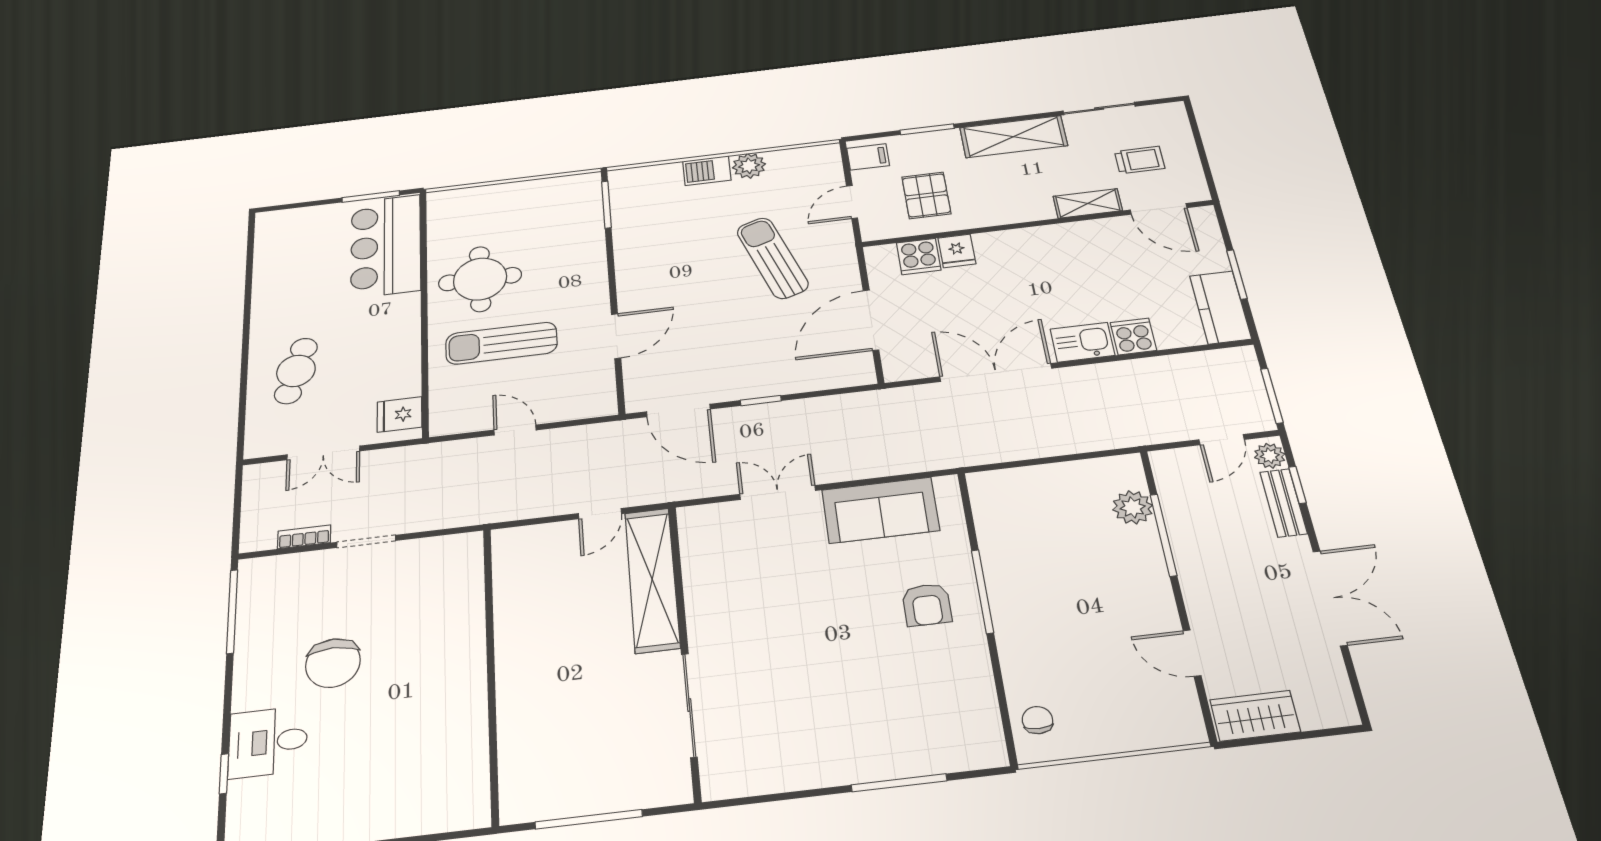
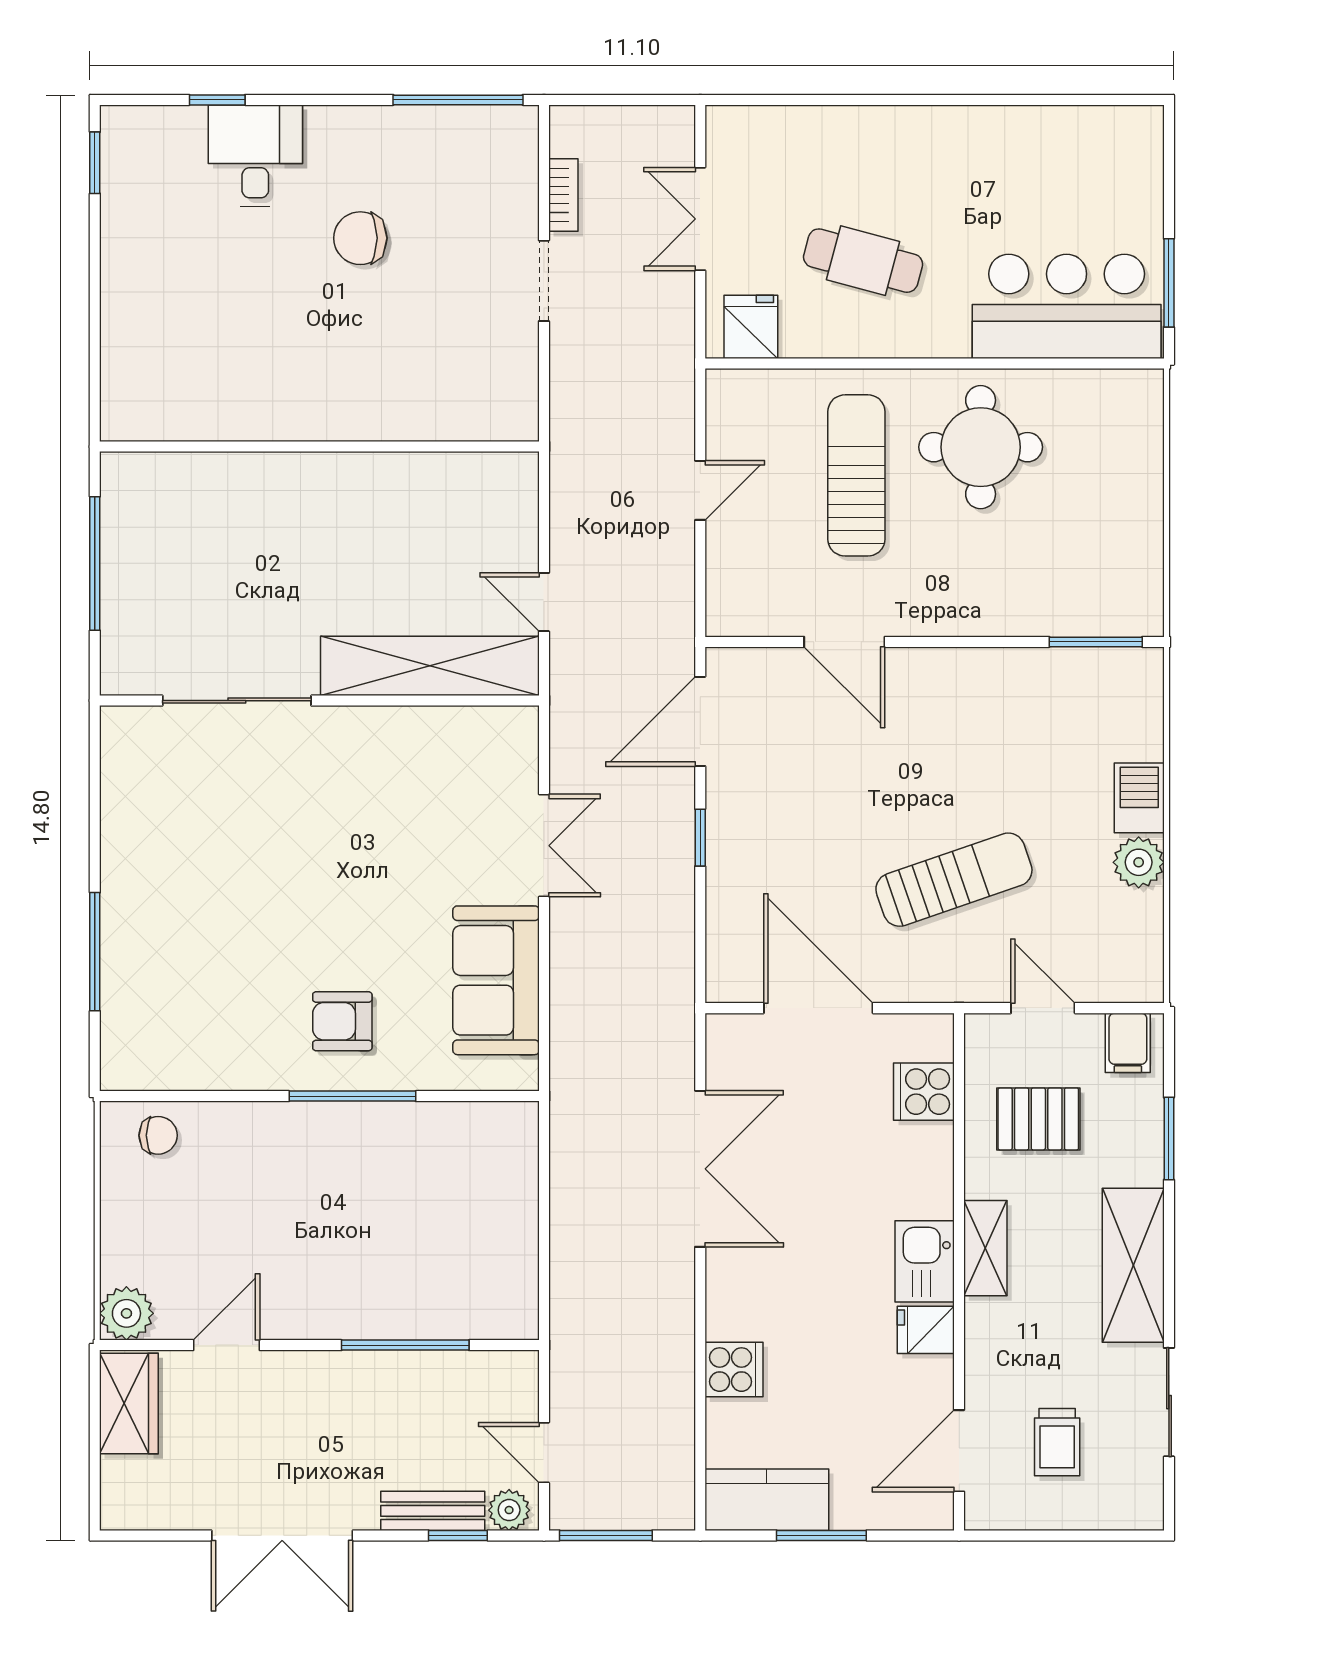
shelving: (1088, 203) -> (985, 1248), moved
fridge: (957, 251) -> (926, 1330), moved
kitchen sink: (1083, 342) -> (925, 1261), moved, turned 180
cafe table: (296, 371) -> (863, 261), moved
plant: (1133, 507) -> (126, 1313), moved
chair: (333, 663) -> (360, 238), width x0.73, depth x0.73

